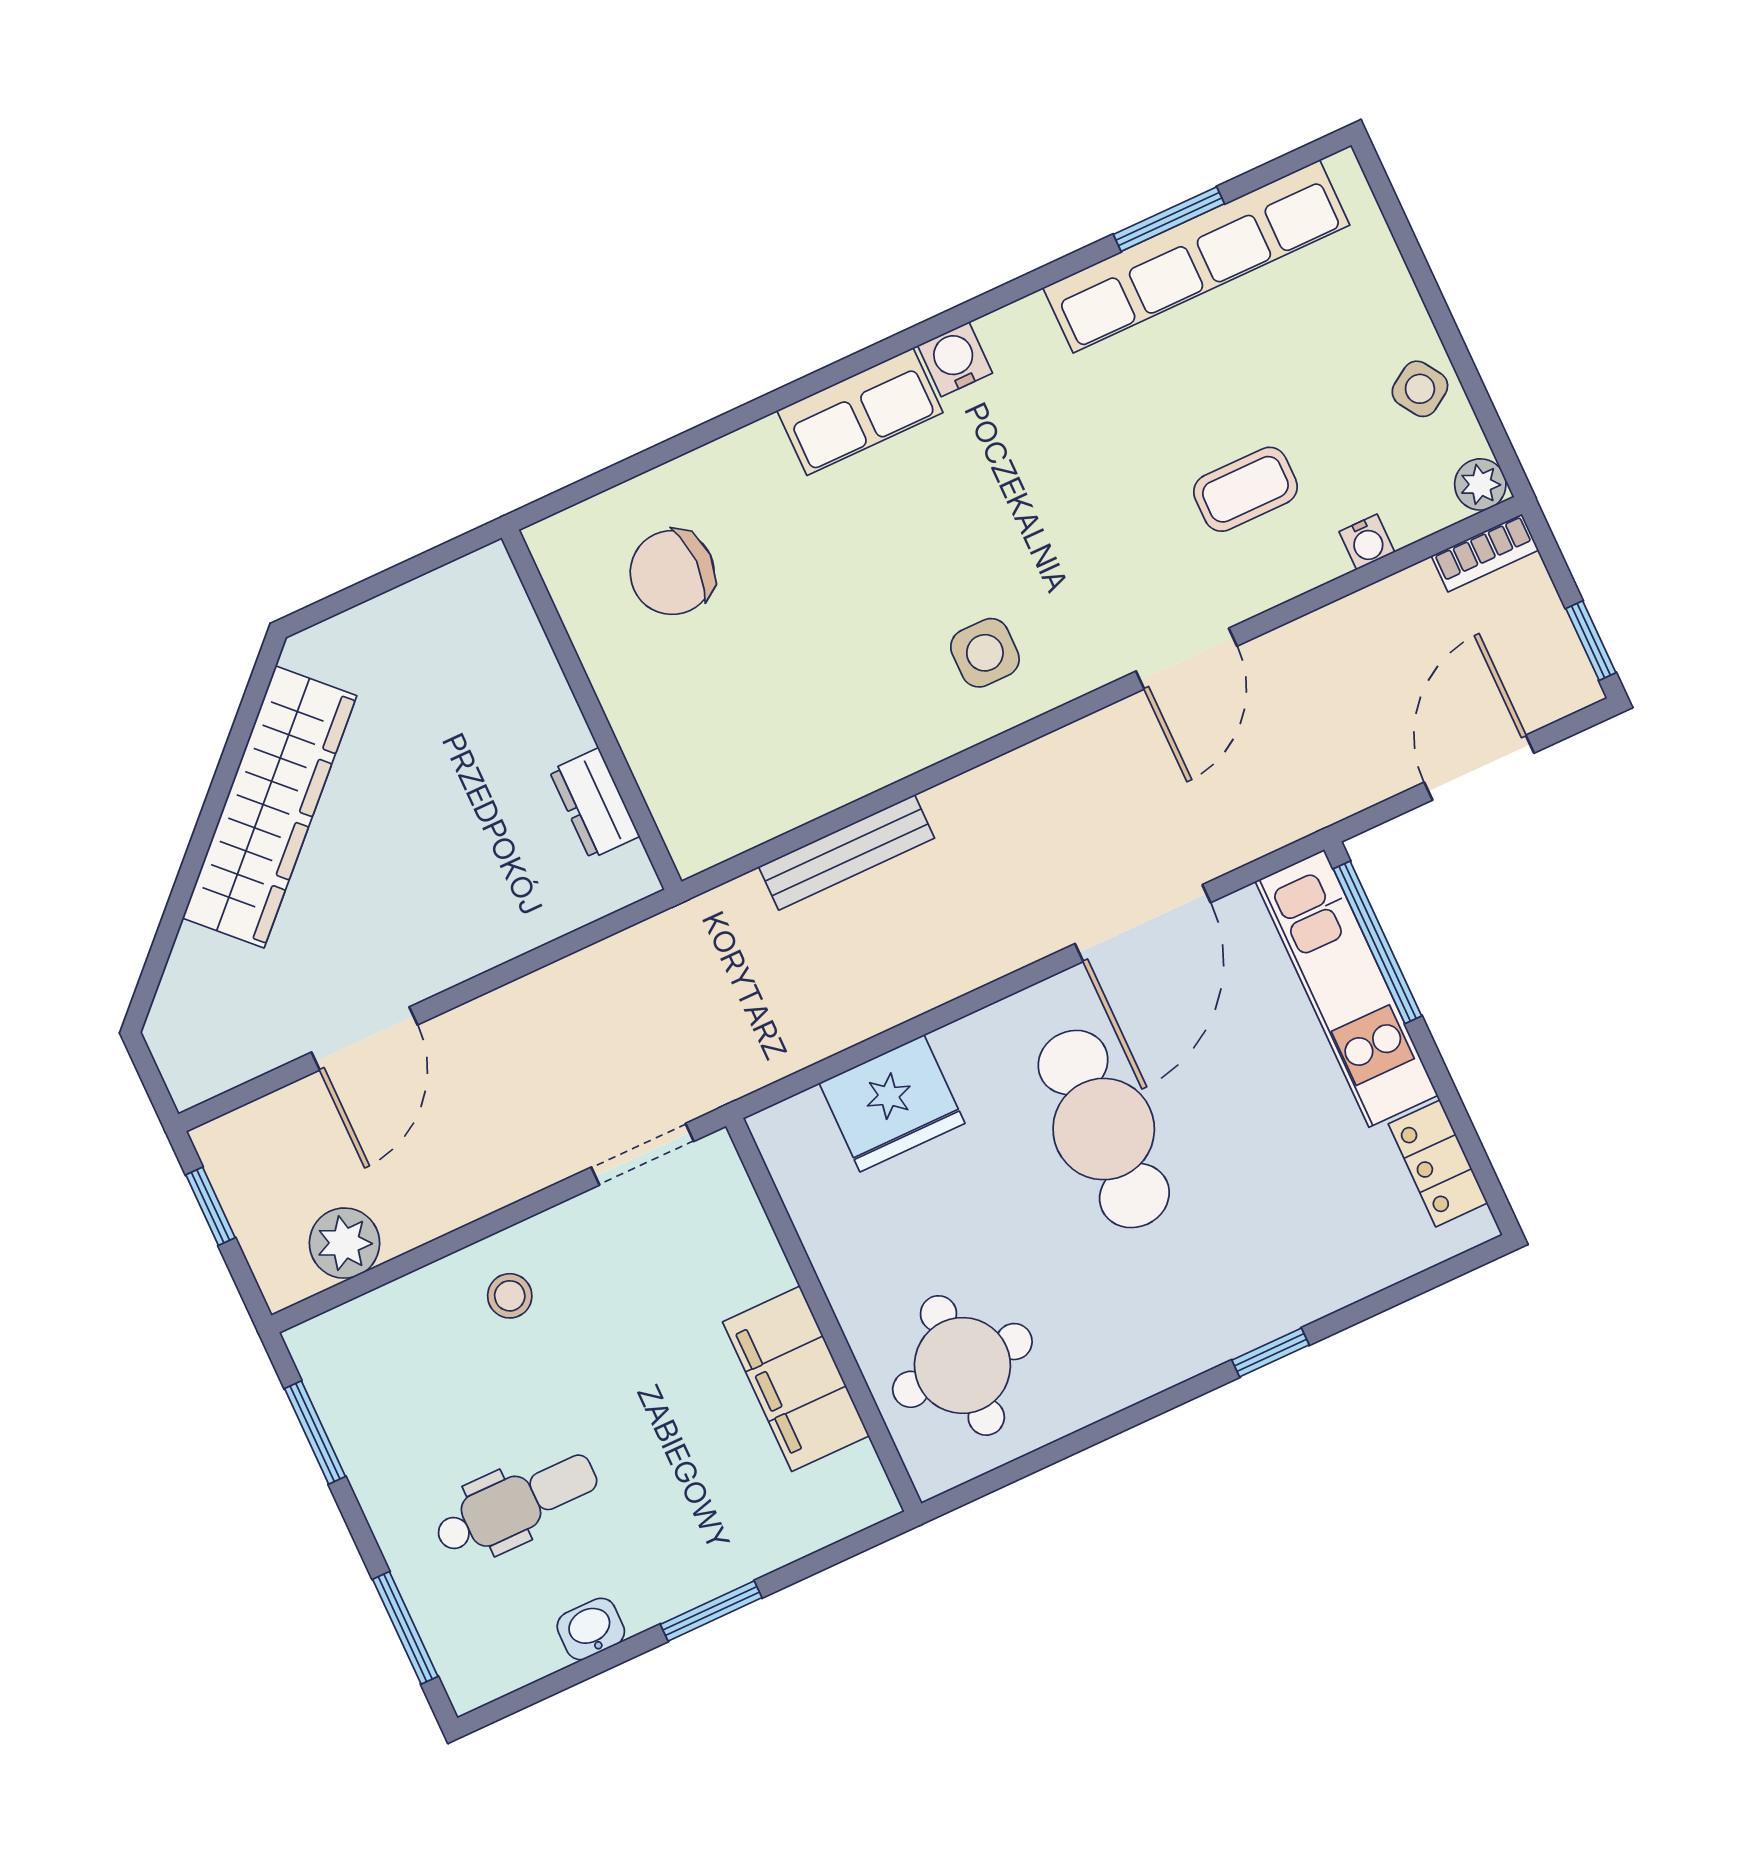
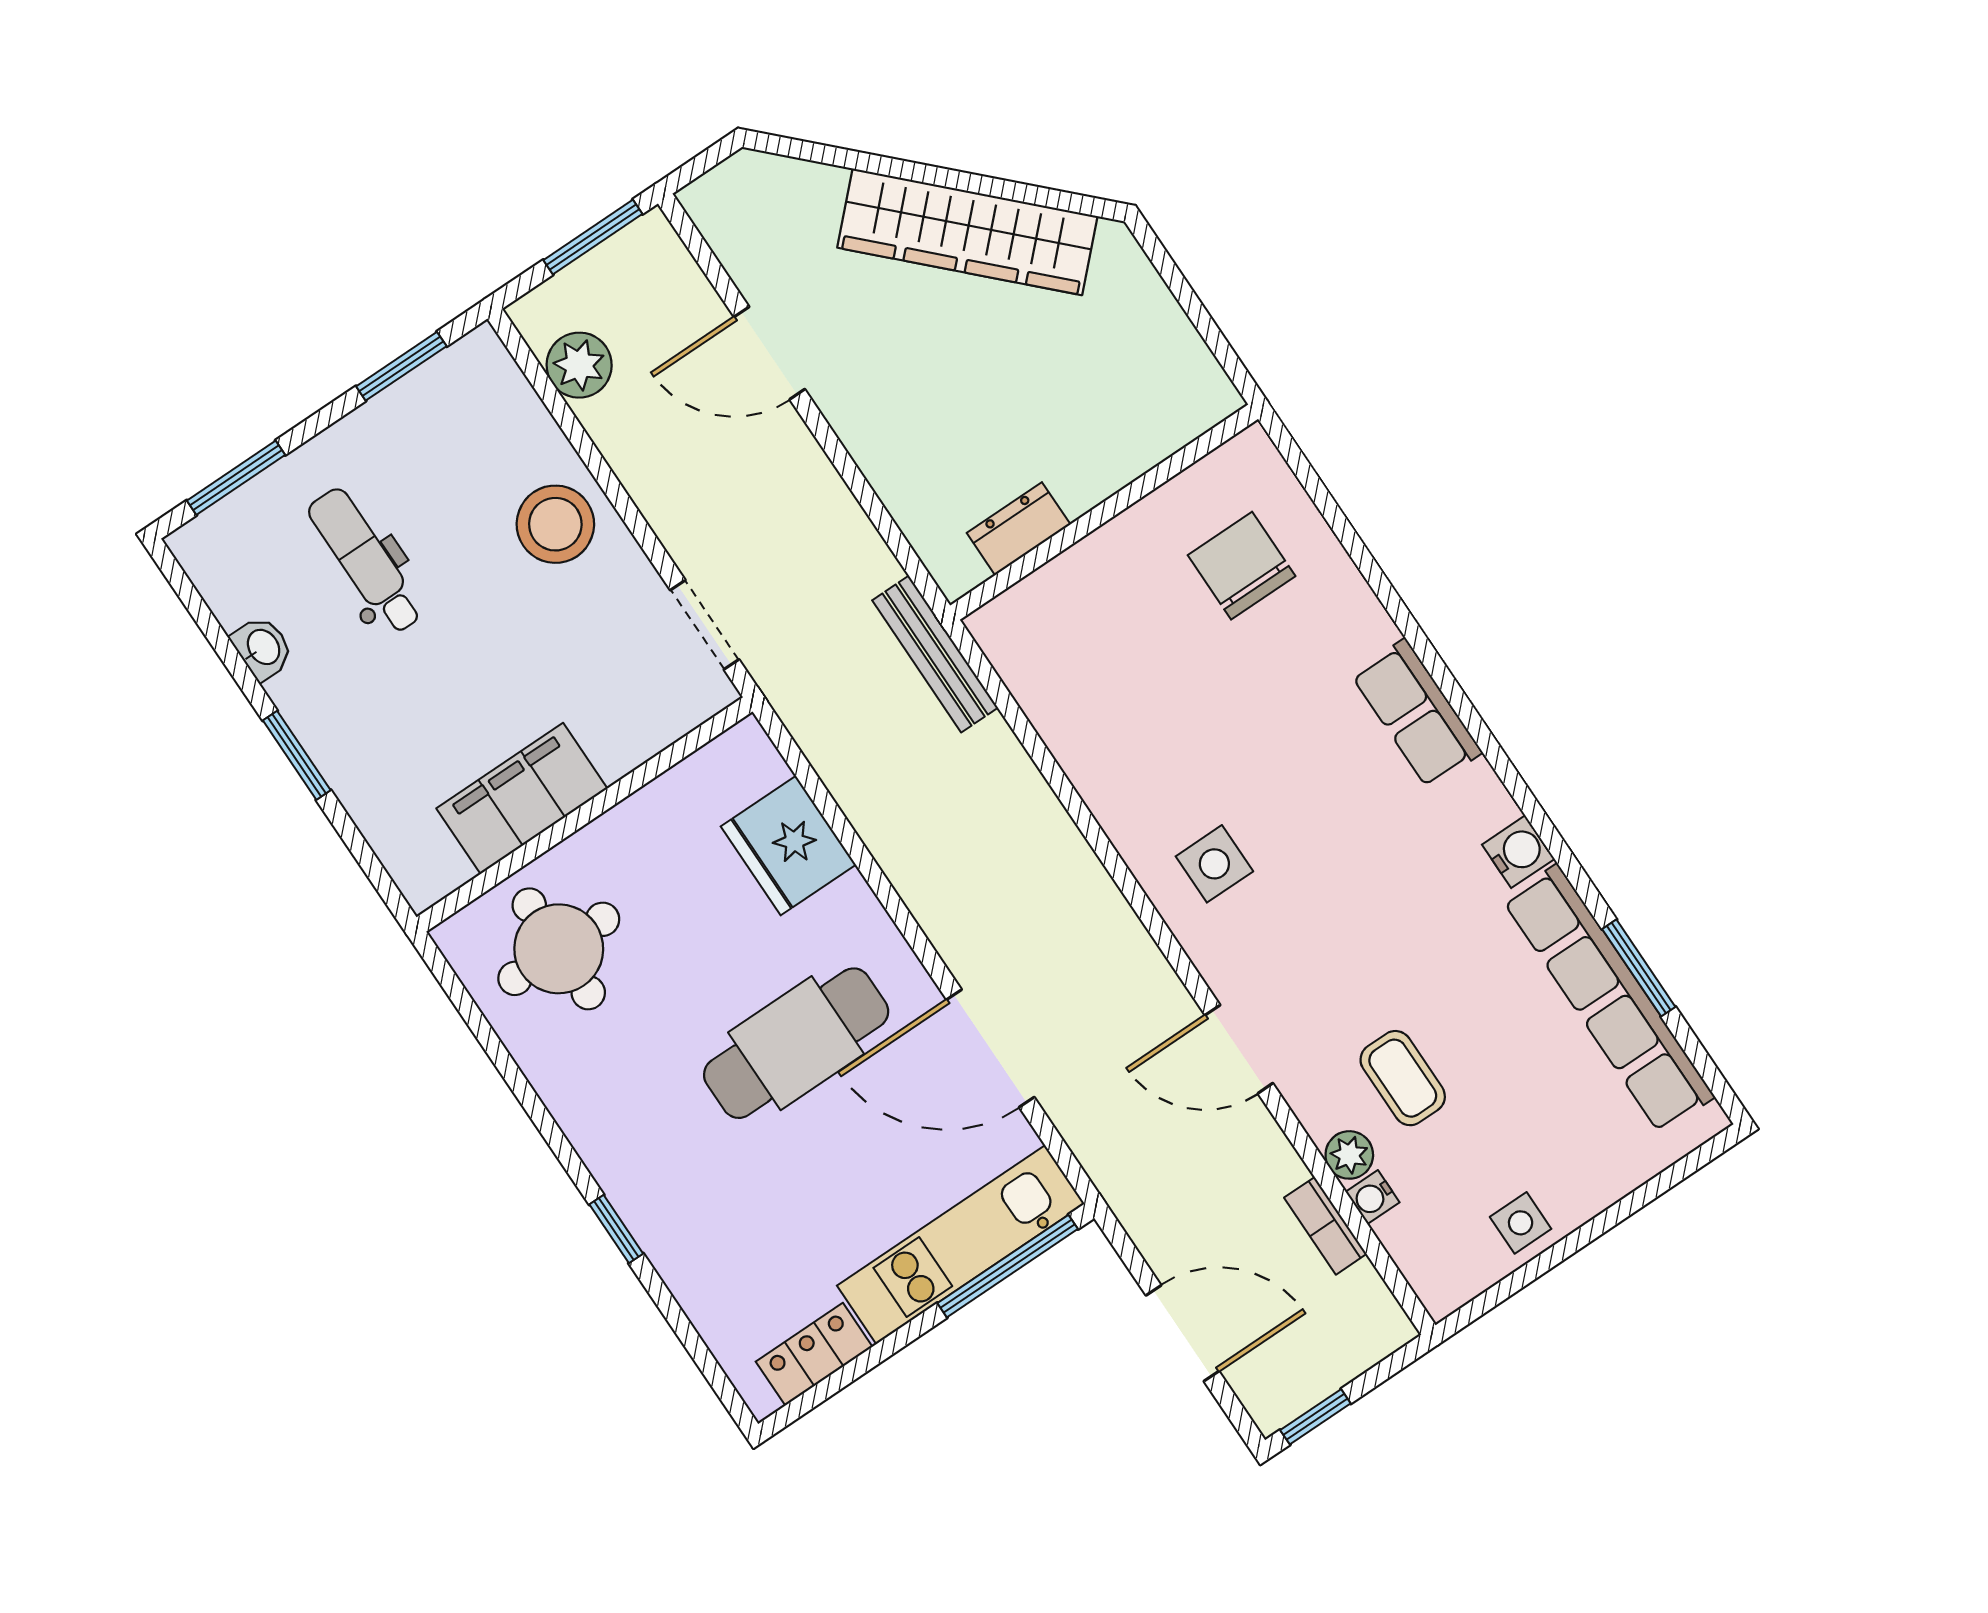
water cooler: (955, 359) -> (1518, 852), moved
side table: (1420, 389) -> (1521, 1223), turned 33
plant: (1480, 484) -> (1349, 1155), moved
bookcase: (1485, 553) -> (1325, 1226), moved
bench: (847, 852) -> (935, 654), moved
window: (210, 1206) -> (593, 237), width x1.50
stool: (510, 1296) -> (555, 524), width x1.89, depth x1.89
dental chair: (516, 1504) -> (366, 561), turned 180

